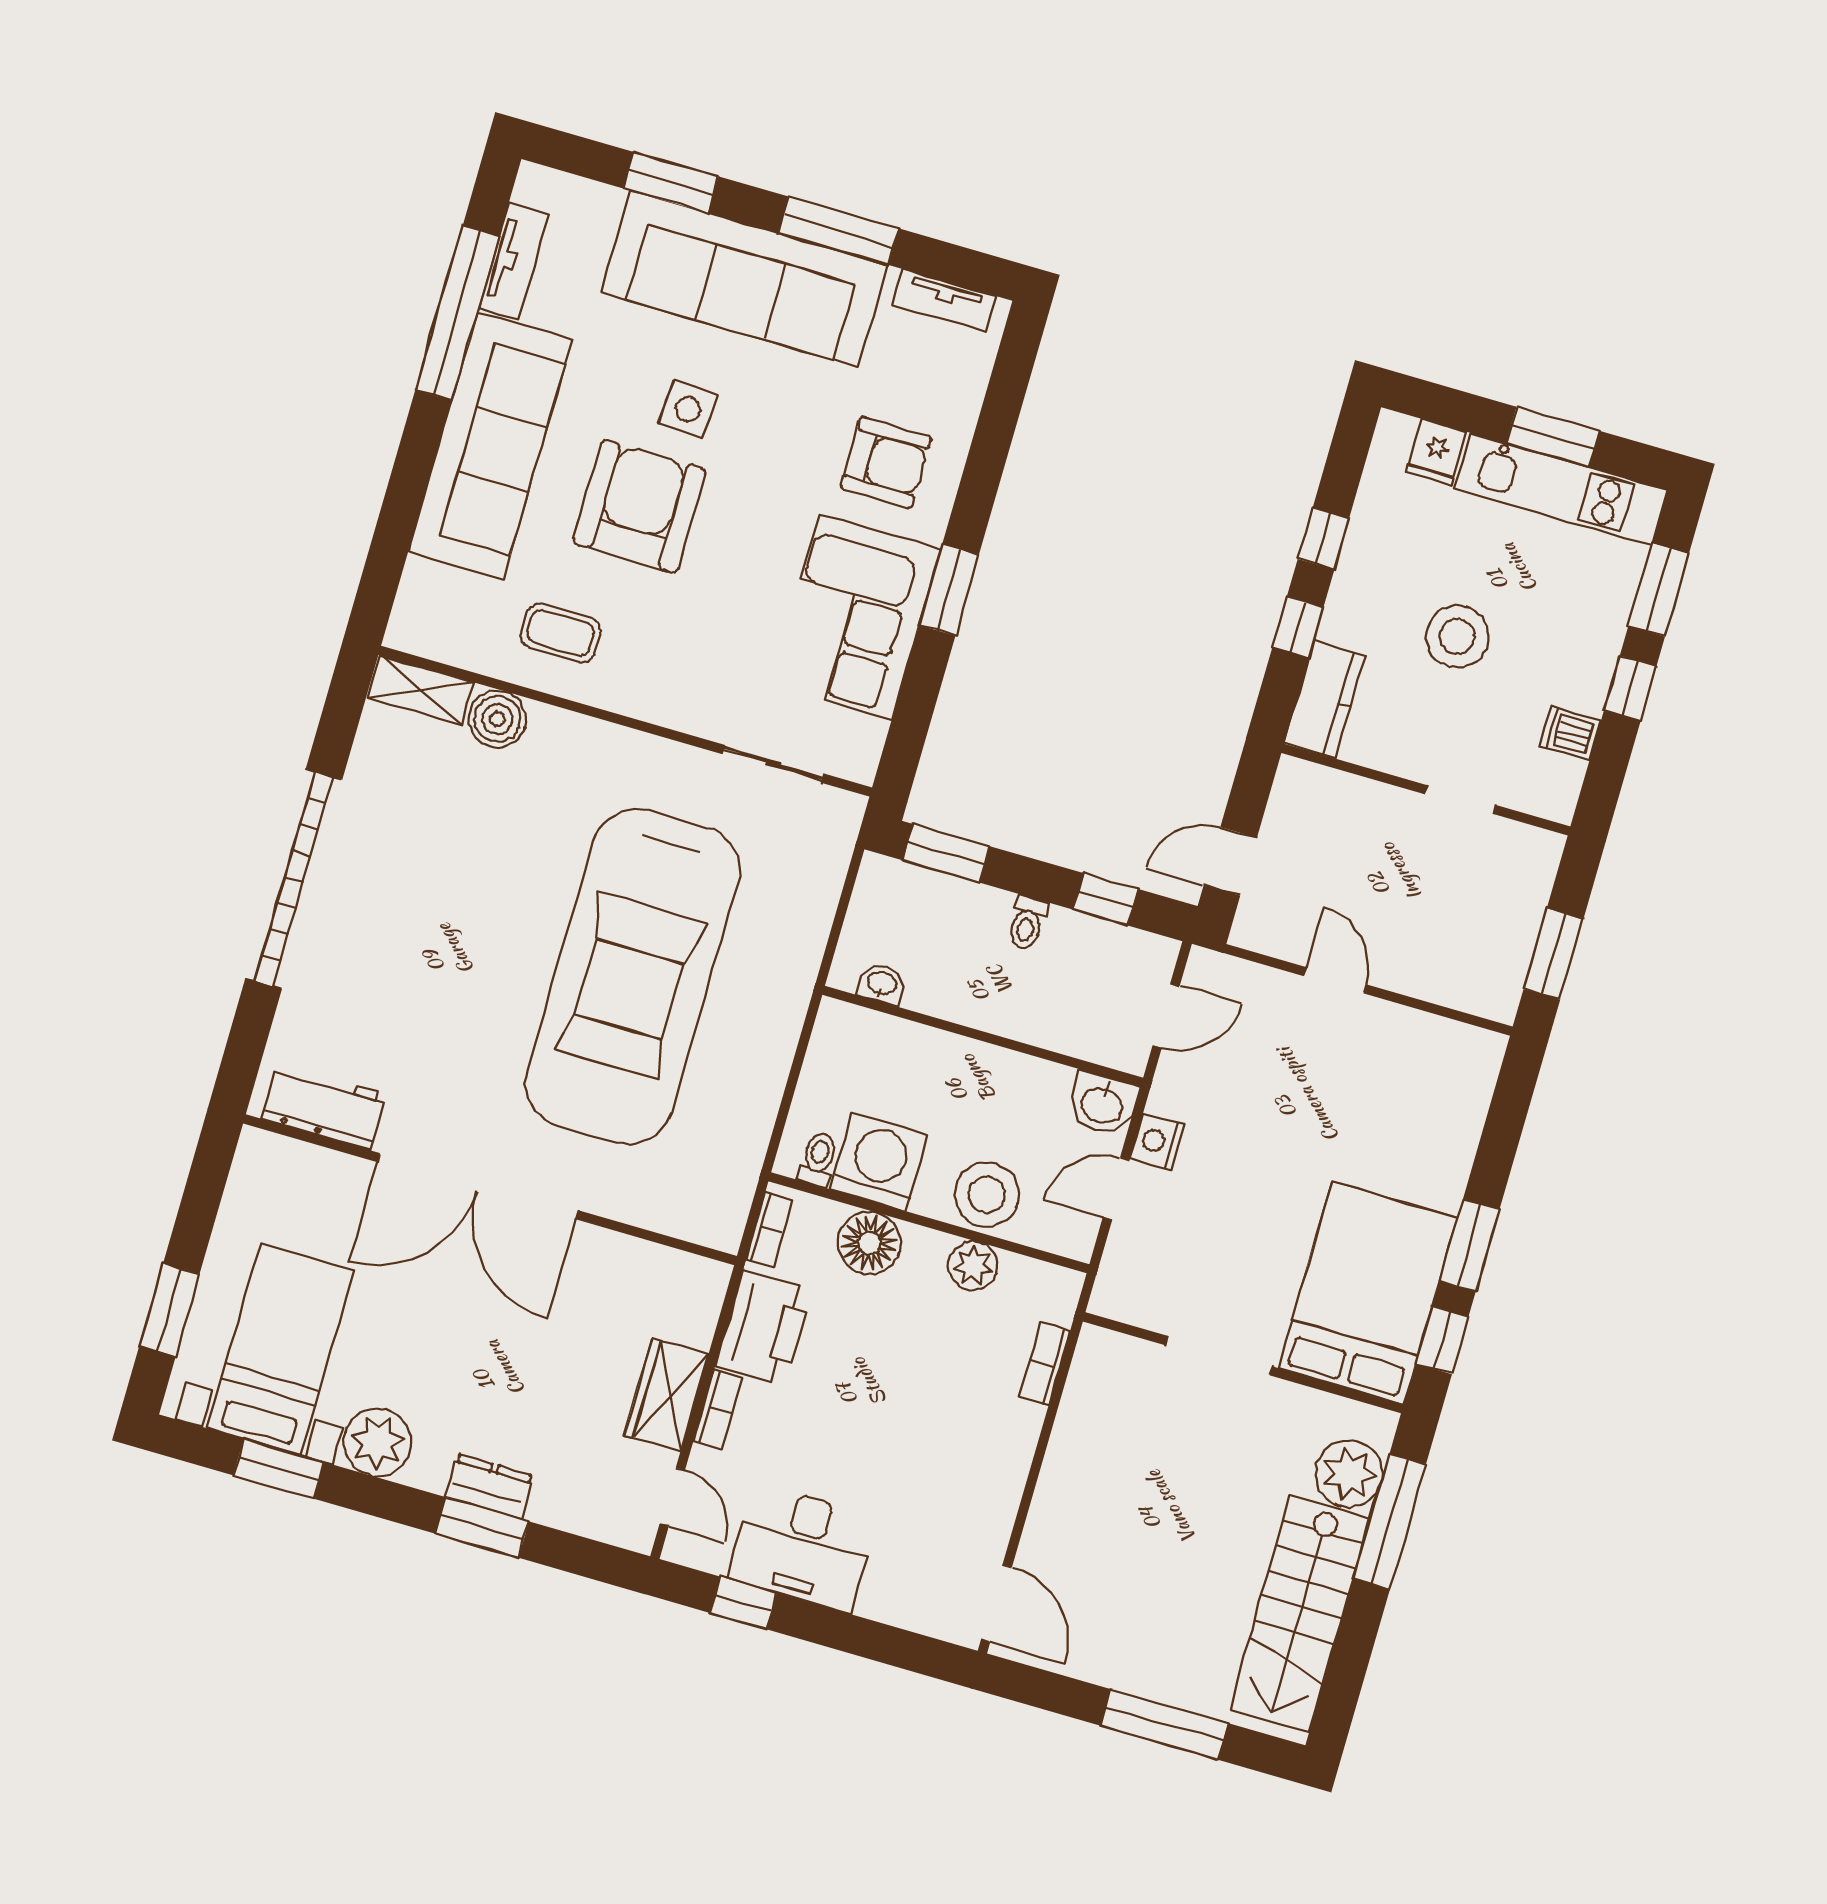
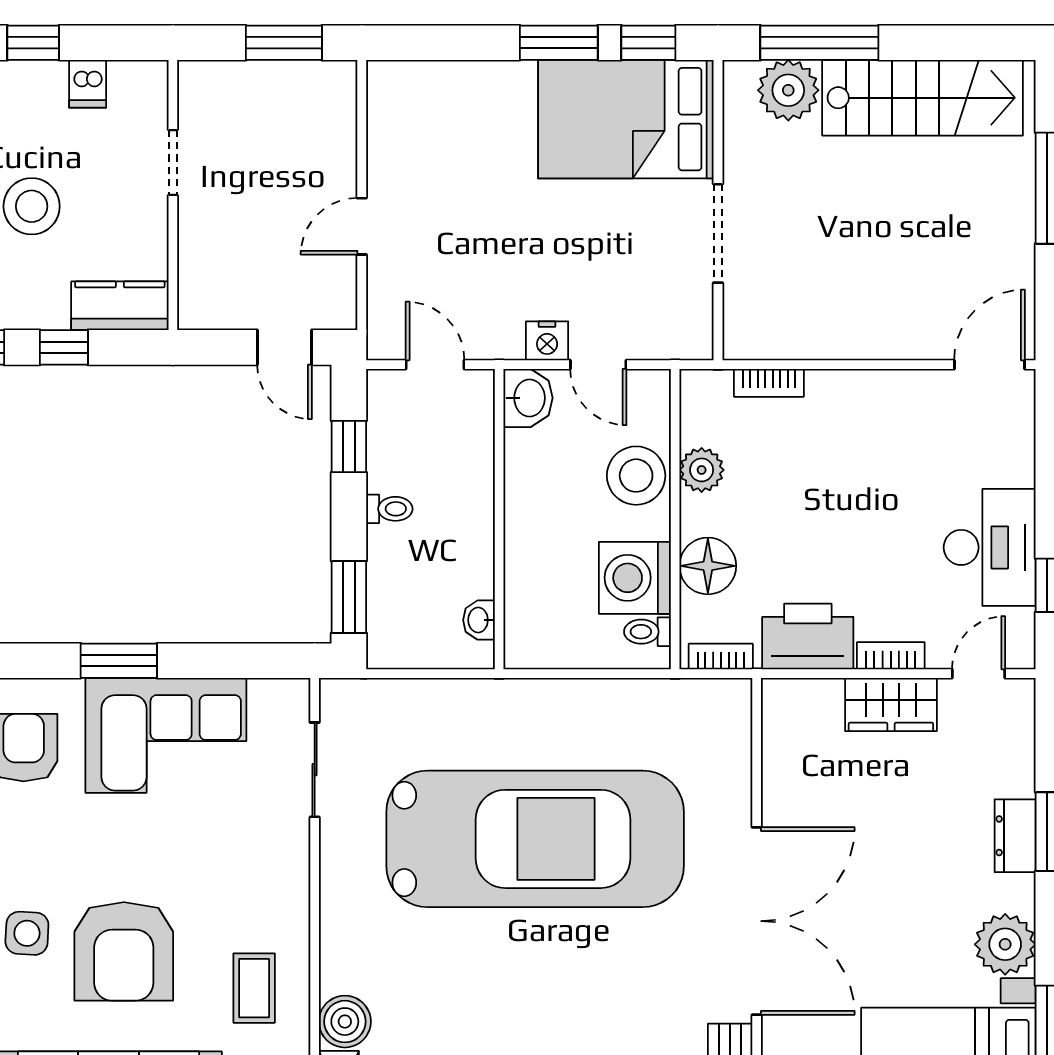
armchair: (639, 506) -> (124, 951), turned -90

